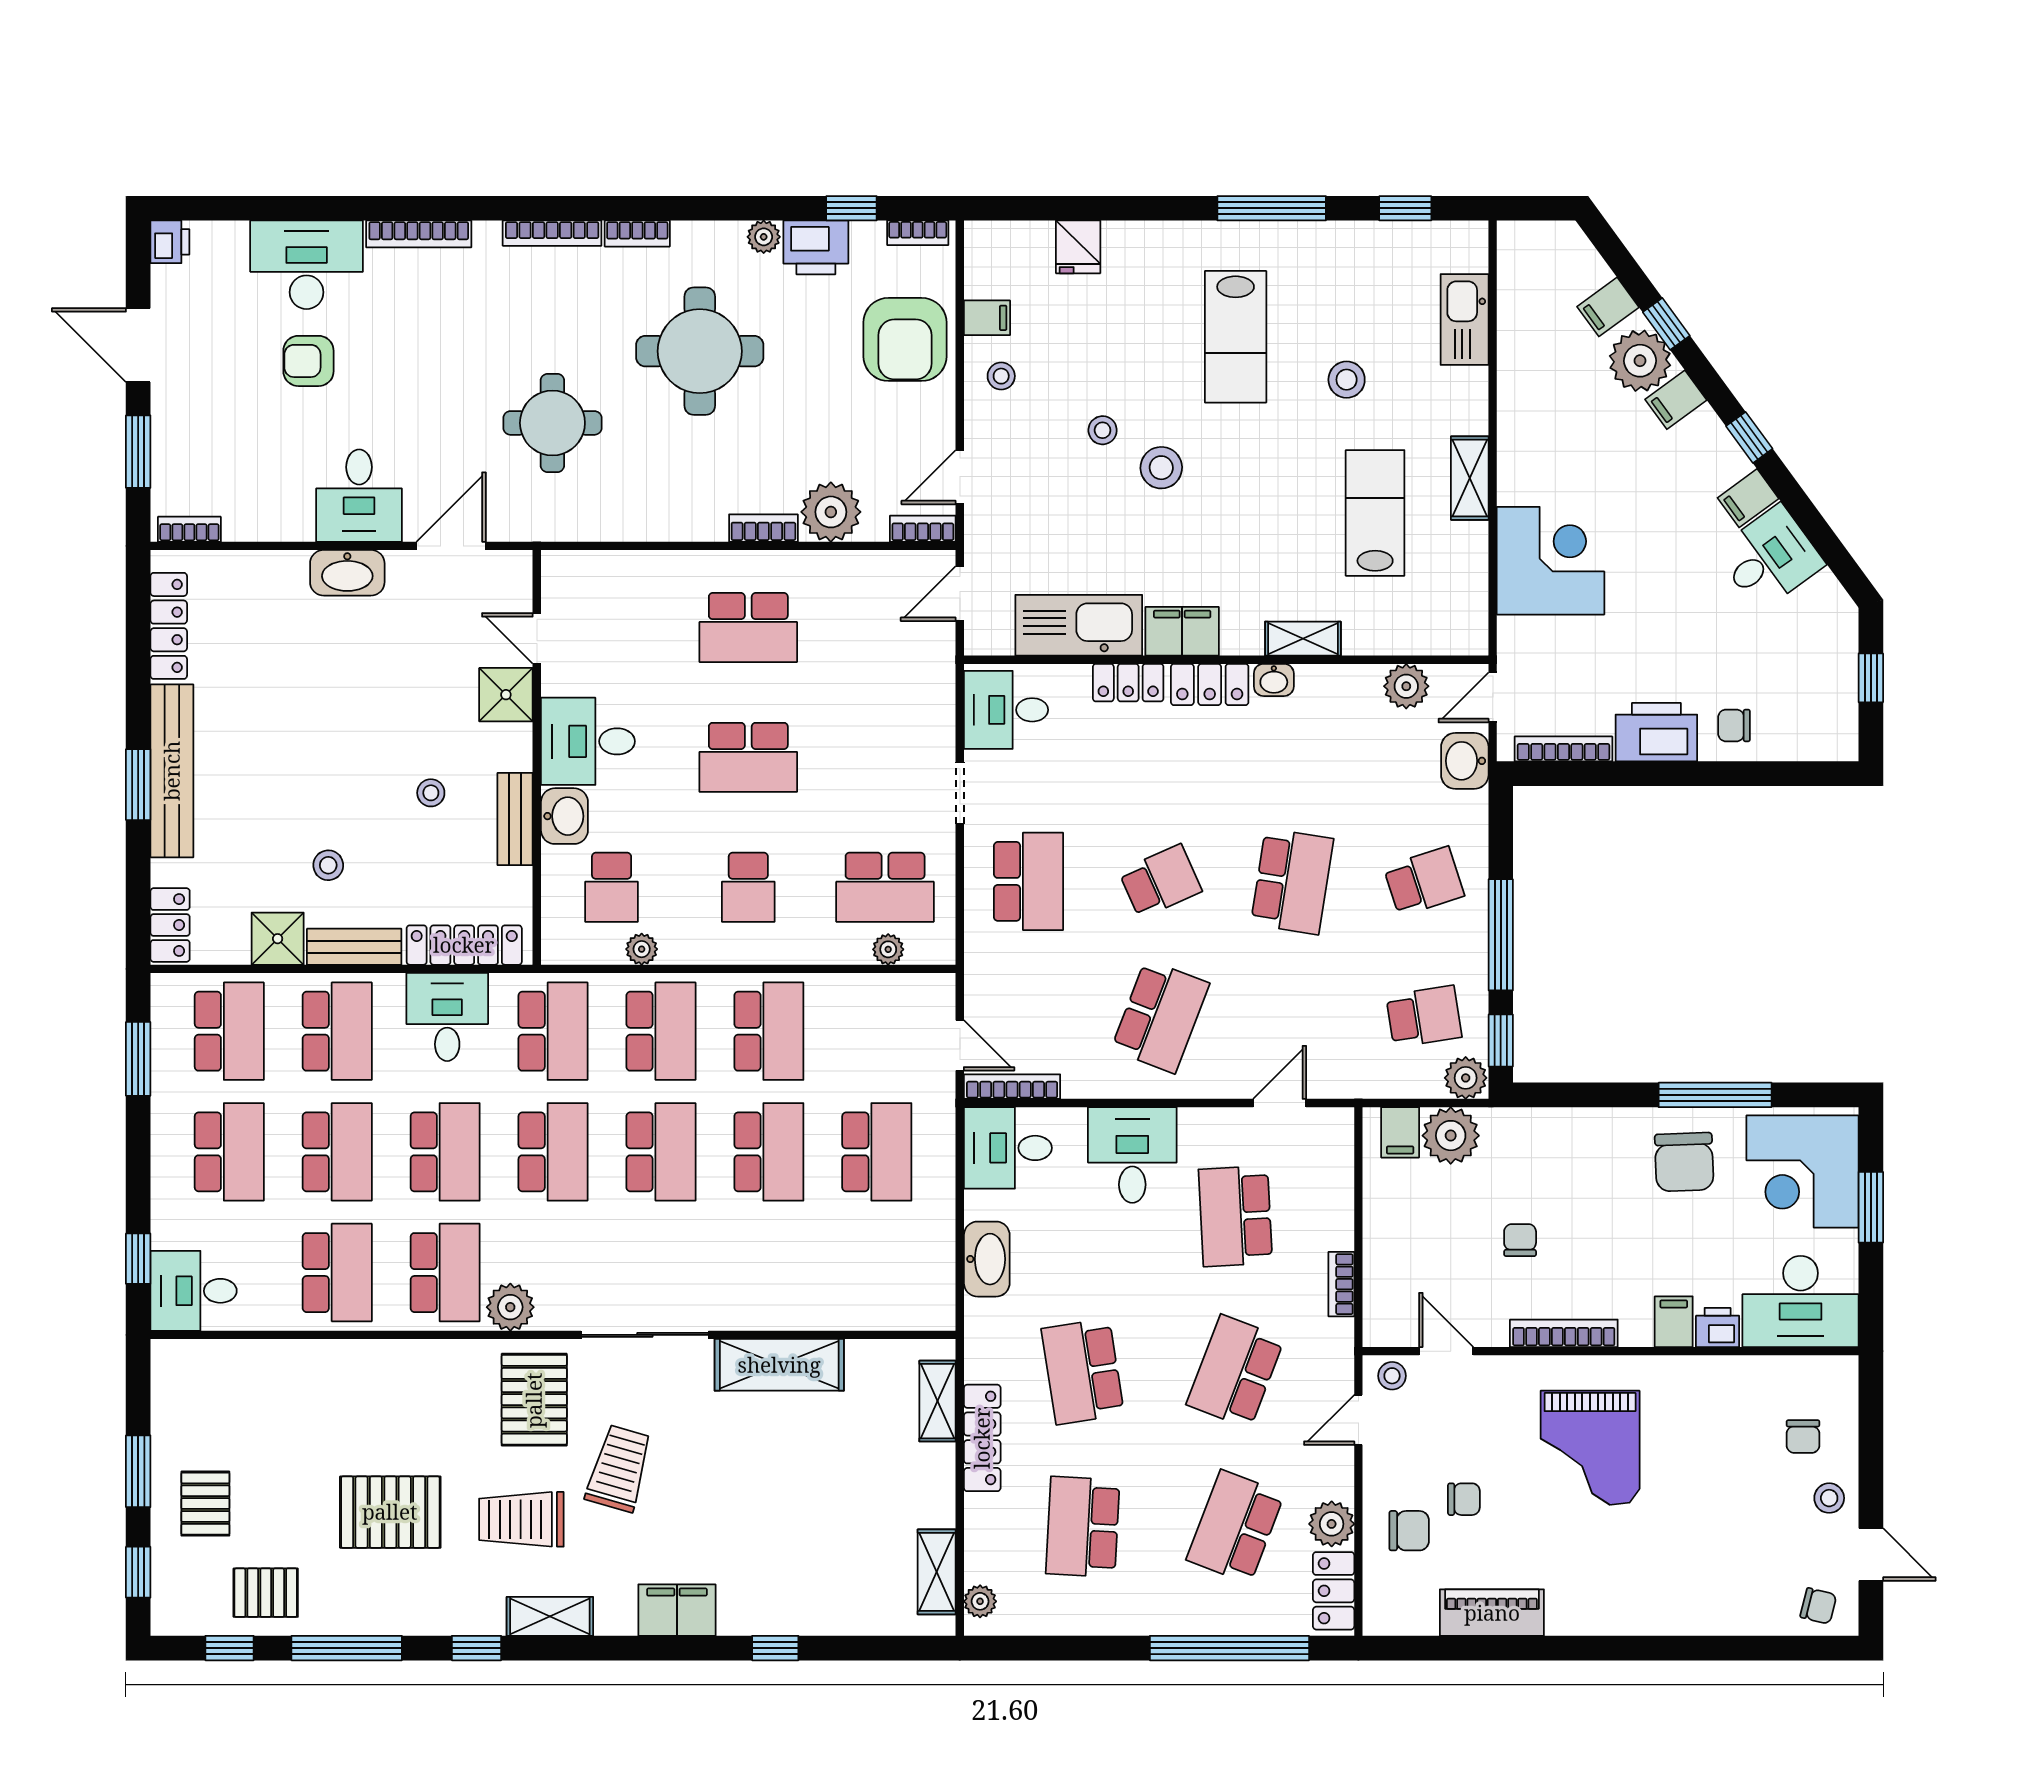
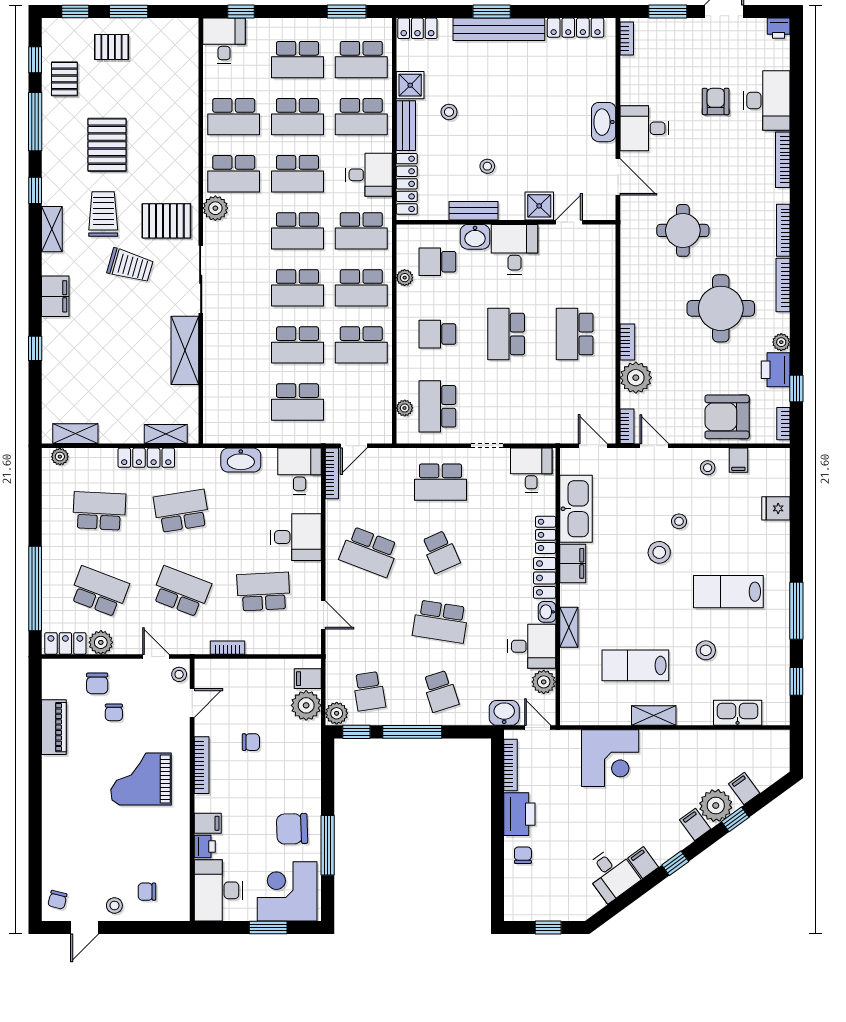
bookcase: (637, 233) -> (783, 285), width x1.56
lab bench: (1375, 513) -> (635, 665), turned 180
desk: (1339, 709) -> (532, 646), added

